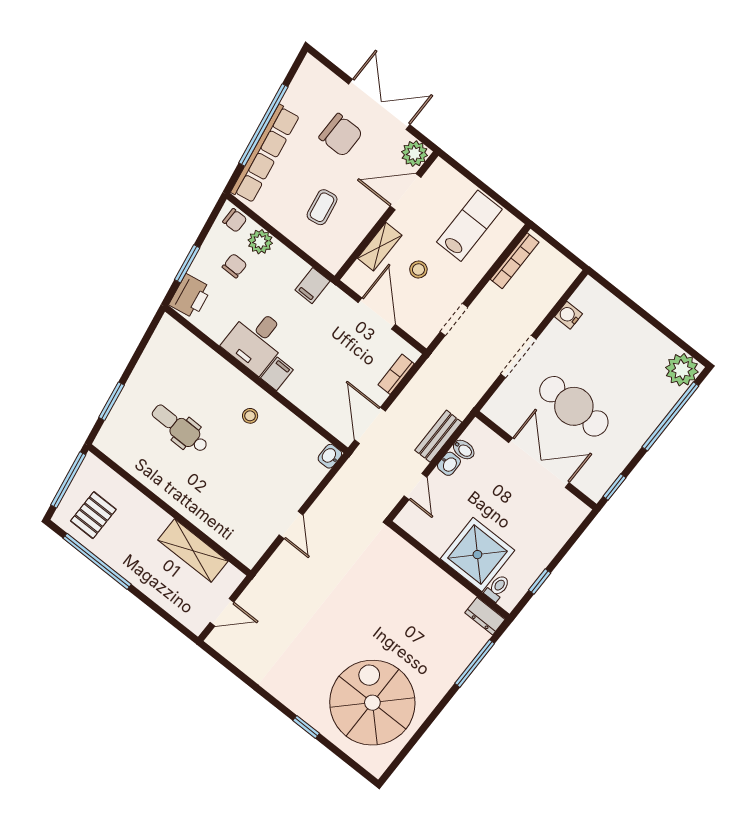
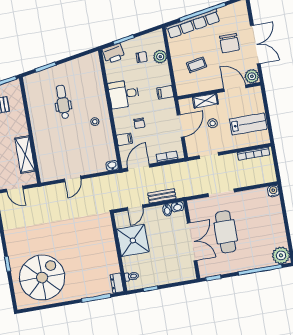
chair: (235, 220) -> (139, 123), moved
water cooler: (568, 315) -> (273, 191), moved
filing cabinet: (277, 374) -> (124, 139), moved
washbasin: (449, 464) -> (177, 207), moved
shower: (477, 555) -> (133, 240), moved

